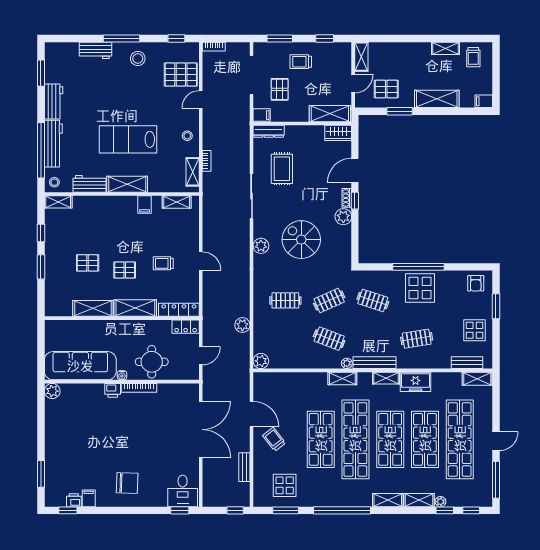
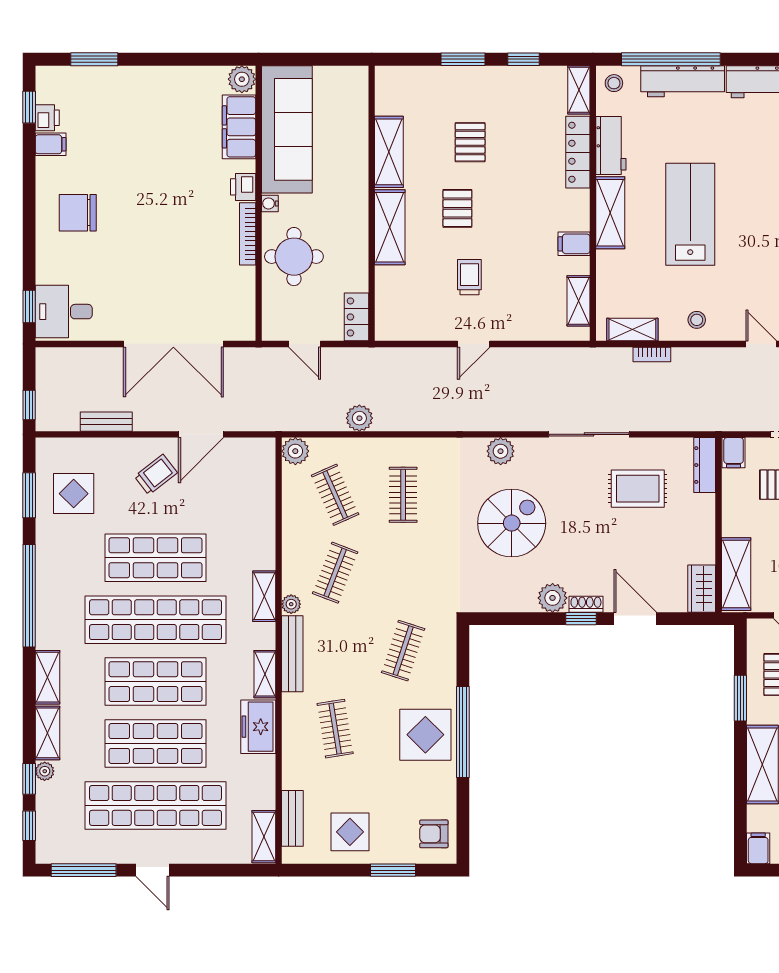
clothes rail: (329, 300) -> (335, 495), moved
locker: (179, 310) -> (578, 152), moved, turned 180
filing cabinet: (79, 393) -> (239, 127), added
chair: (127, 483) -> (78, 213), turned 88

